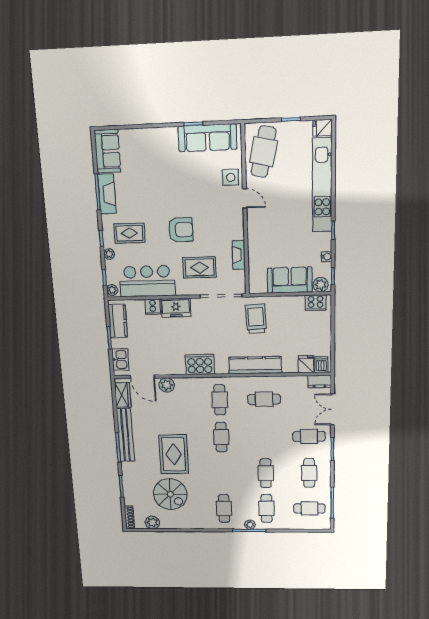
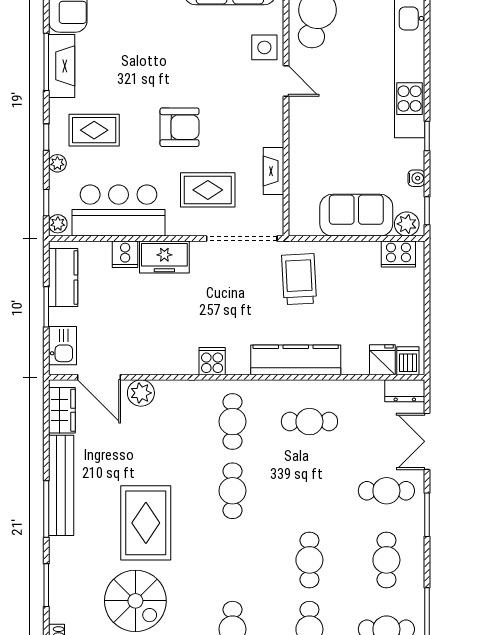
cooker: (200, 364) -> (212, 361), width x0.53, depth x0.76

